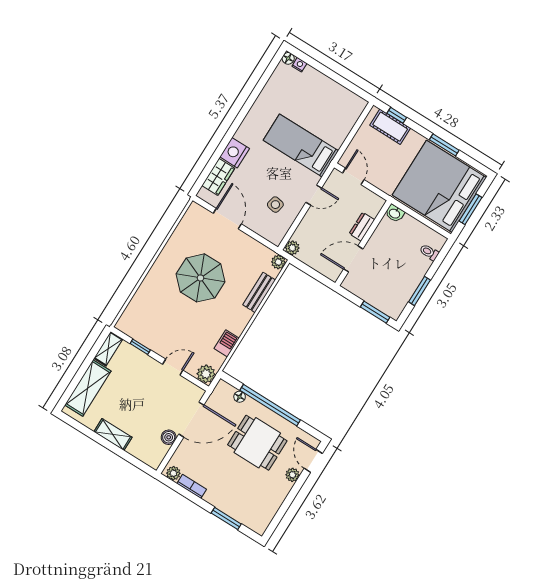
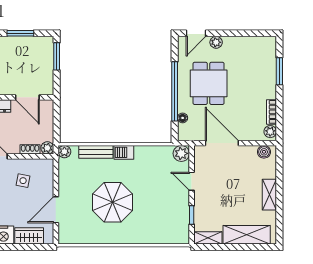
shoe rack: (301, 230) -> (30, 149), added
barbecue: (227, 343) -> (124, 152), moved
boiler: (169, 437) -> (264, 152), moved

